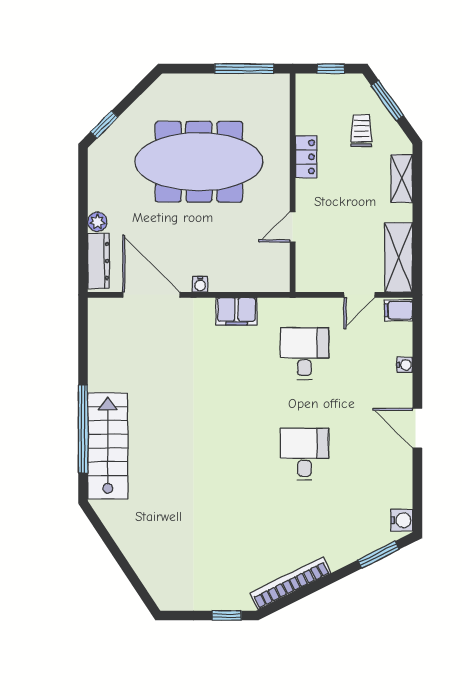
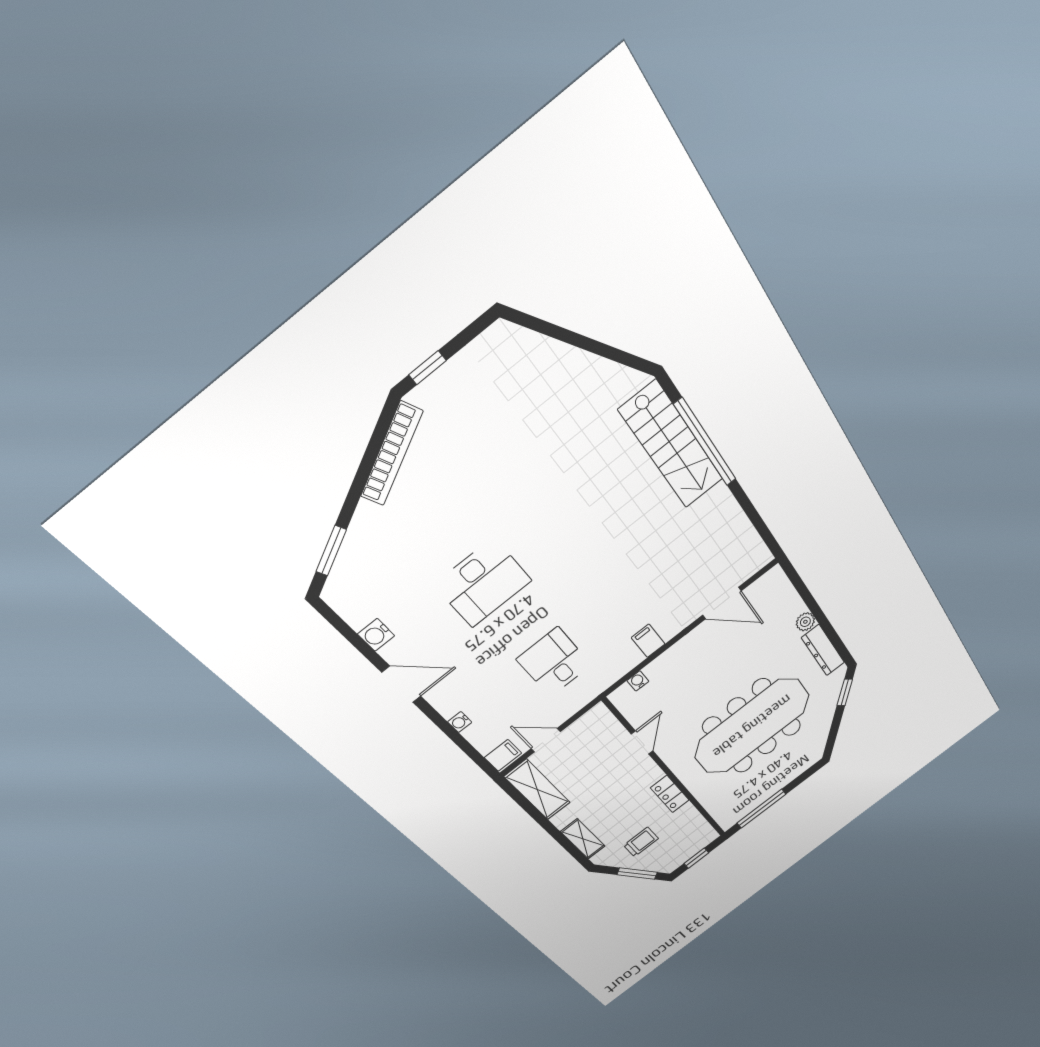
trolley: (361, 131) -> (641, 842), turned -90
dresser: (99, 261) -> (823, 650), moved
water cooler: (200, 284) -> (638, 681), moved
door: (151, 295) -> (722, 603), width x0.73
door: (359, 295) -> (546, 740), hinge flipped
filing cabinet: (237, 311) -> (648, 641), width x0.50
desk: (304, 354) -> (554, 662), turned 180
desk: (304, 454) -> (483, 583), width x1.37
water cooler: (402, 520) -> (376, 635), moved

